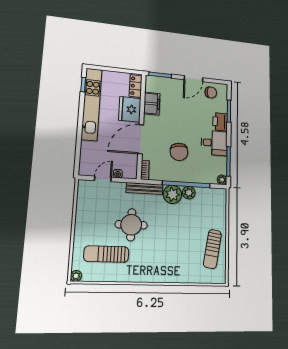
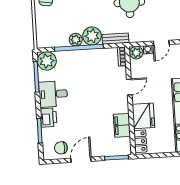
door: (141, 139) -> (129, 87), width x0.53
chair: (179, 152) -> (89, 80), removed
plant: (130, 172) -> (136, 53), added
plant: (222, 180) -> (47, 61), width x1.88, depth x1.88
bench: (145, 189) -> (115, 39), width x0.73

